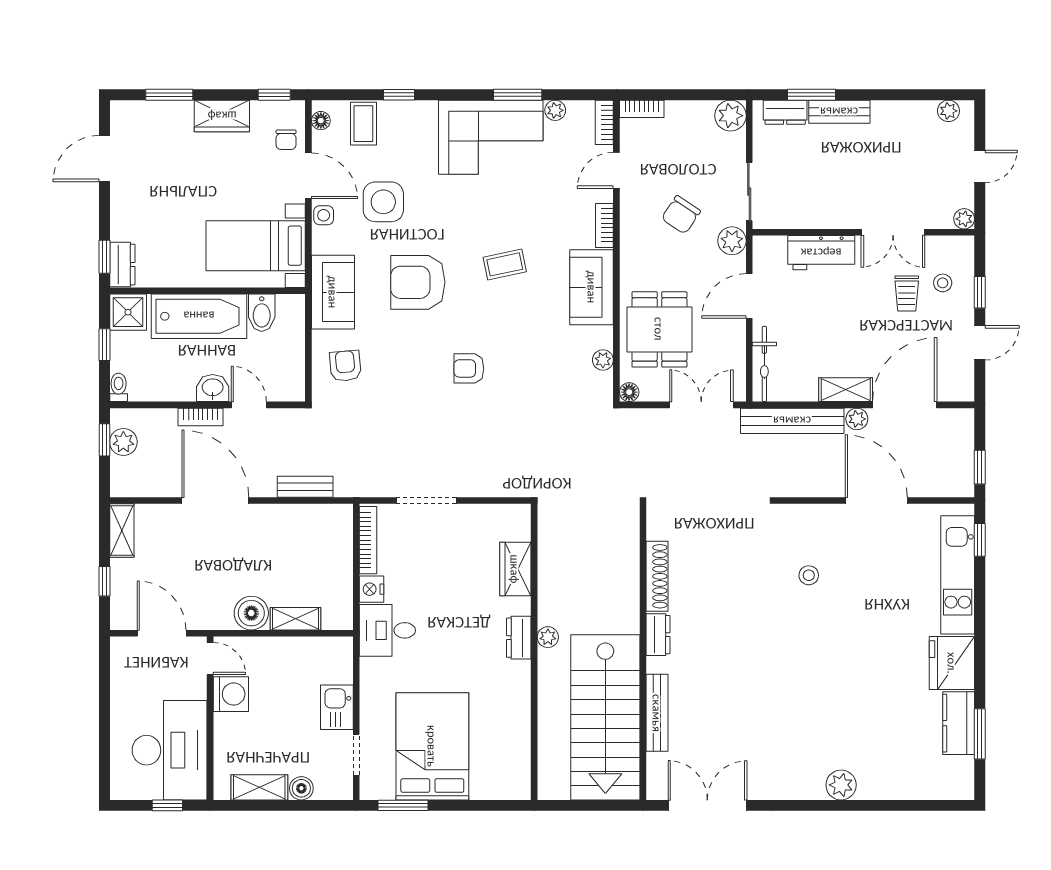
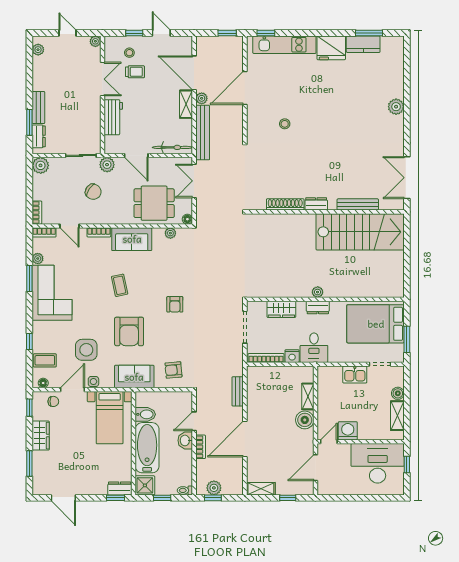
wardrobe: (515, 569) -> (281, 309), moved
plant: (548, 637) -> (318, 292), moved
dresser: (519, 638) -> (318, 307), moved
wall: (534, 652) -> (325, 299), moved

